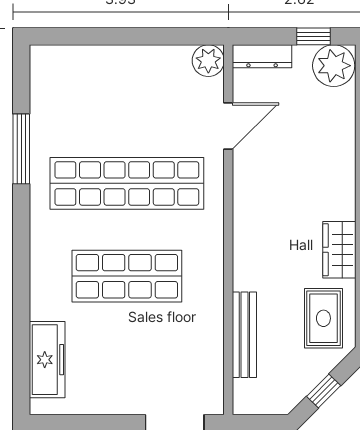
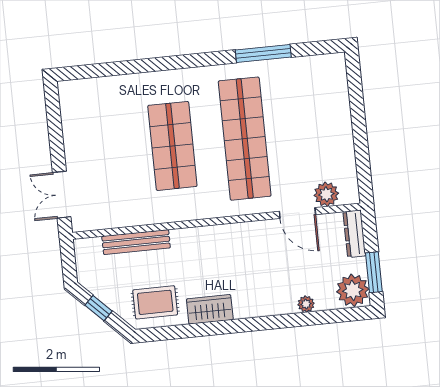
window: (313, 36) -> (374, 272), width x1.50
plant: (208, 61) -> (326, 194), moved
plant: (345, 127) -> (306, 304), added
freezer: (47, 360) -> (101, 90), removed

